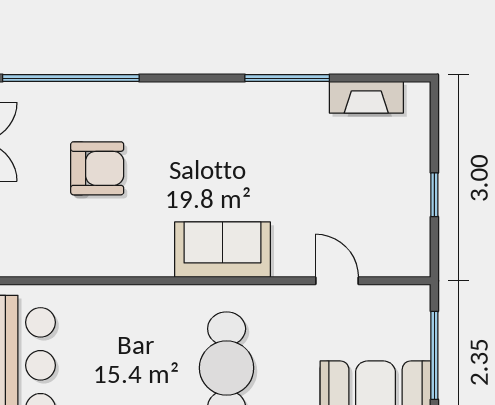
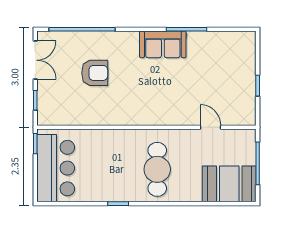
fireplace: (366, 97) -> (225, 39), removed
sofa: (222, 250) -> (163, 44), moved, turned 180

